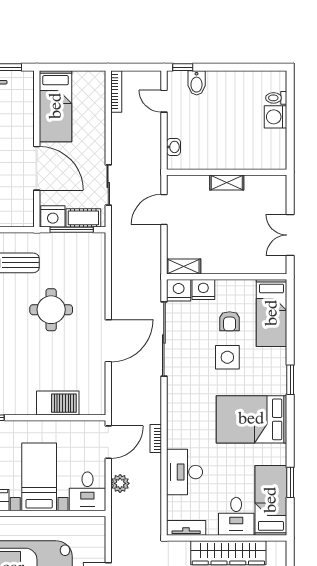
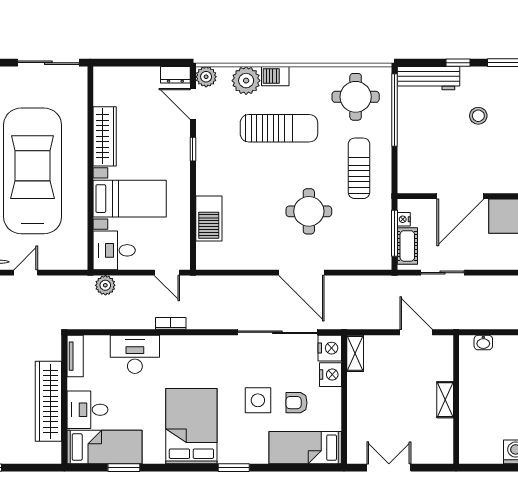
nightstand: (53, 216) -> (404, 219), width x0.53, depth x0.56
door: (108, 341) -> (301, 273), moved
door: (108, 442) -> (167, 273), width x0.73
plant: (120, 483) -> (105, 285), moved

